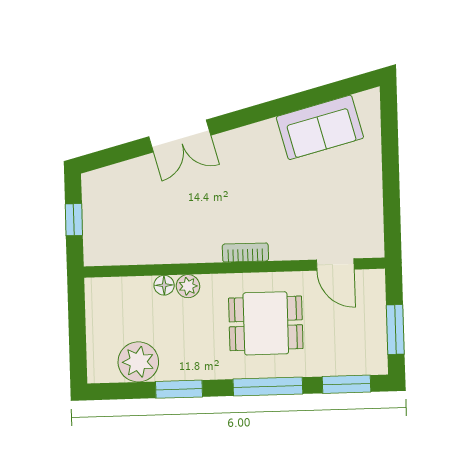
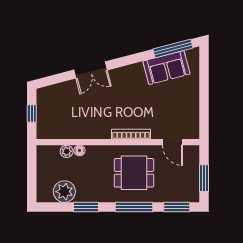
window: (331, 92) -> (173, 48), added
bookcase: (245, 252) -> (131, 134), width x1.56
plant: (188, 286) -> (67, 151), moved

